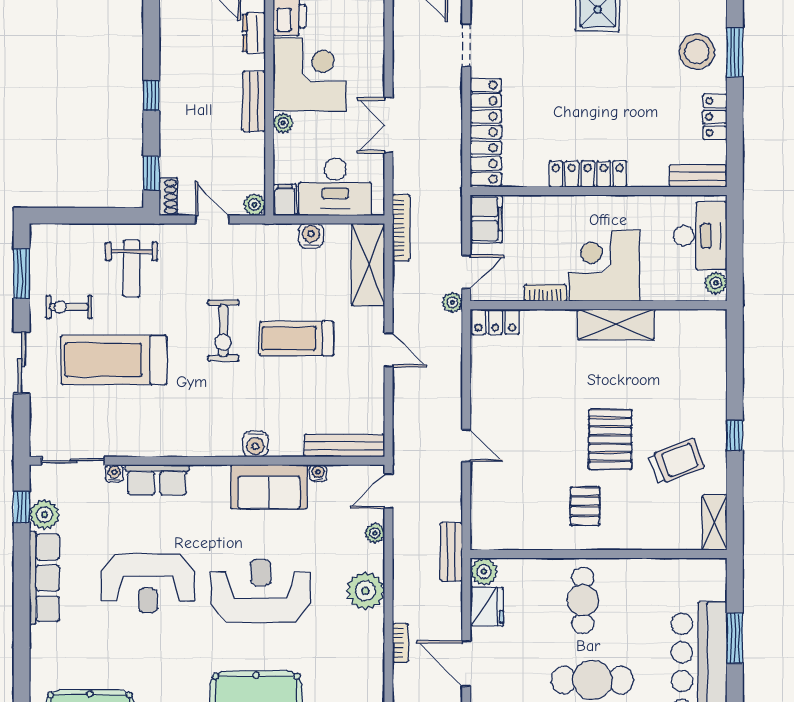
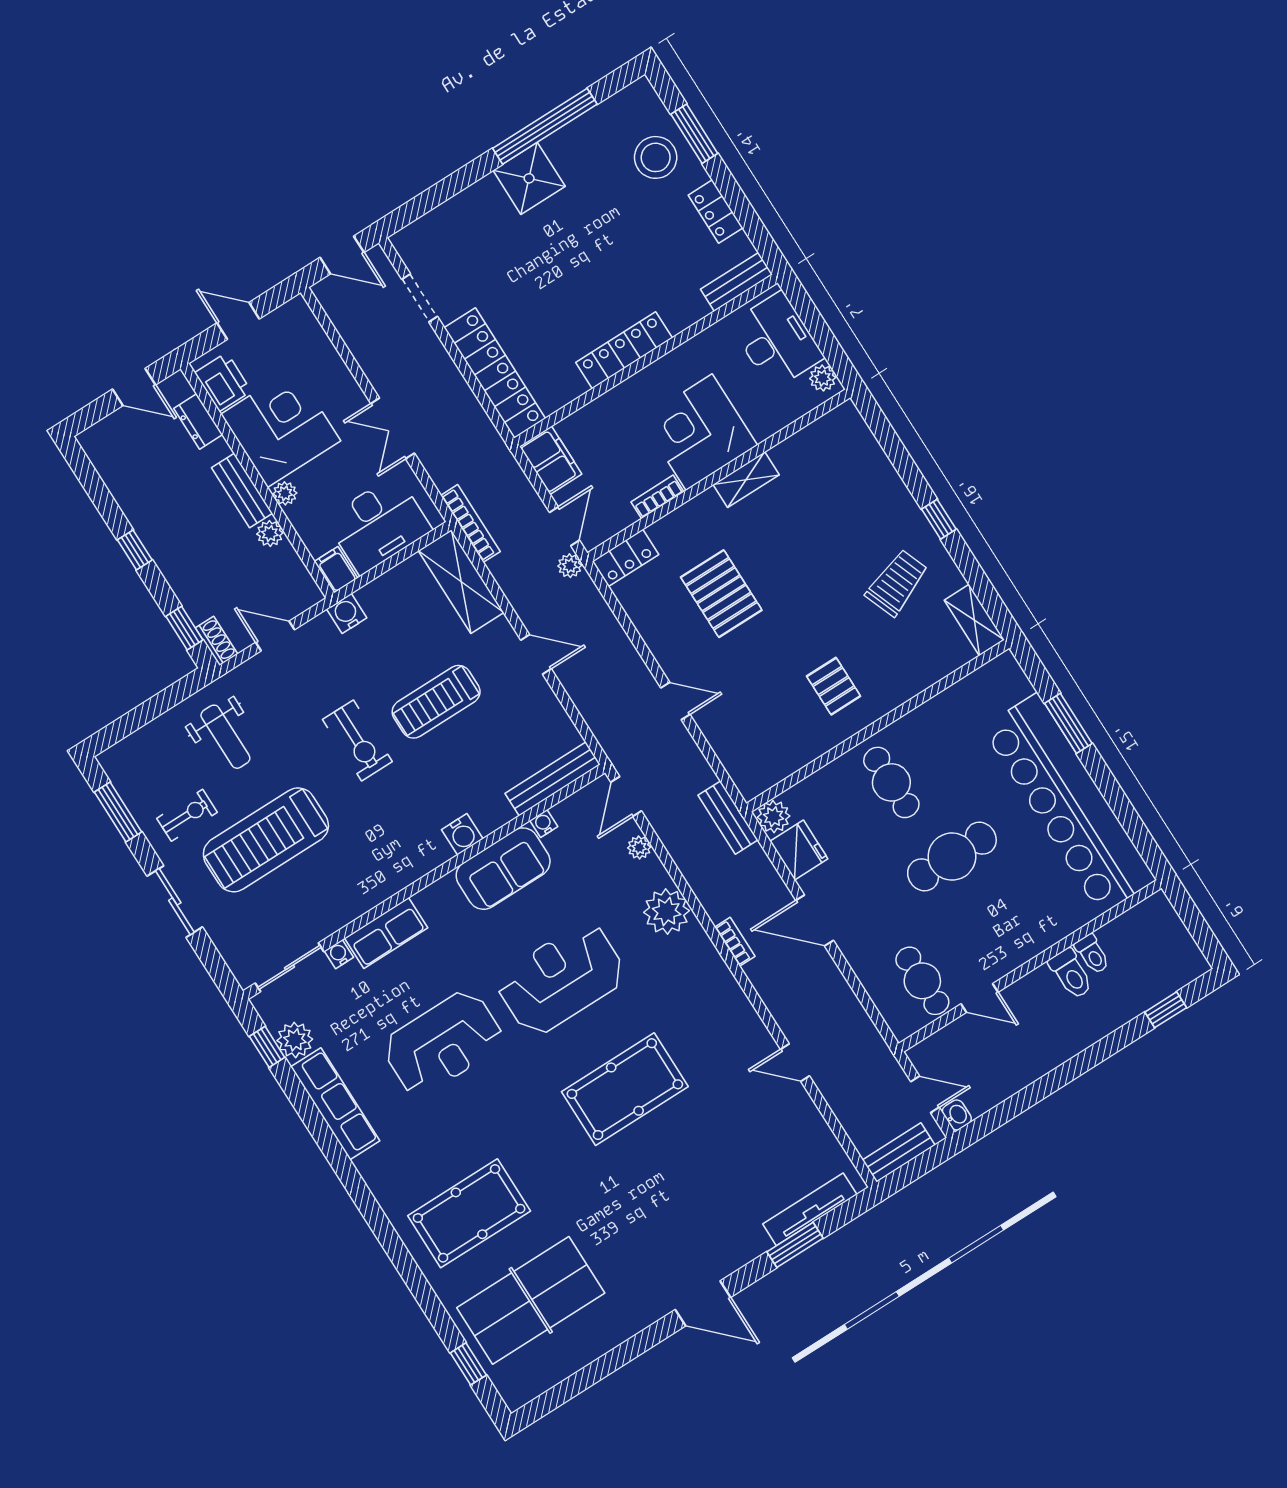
plant: (254, 205) -> (270, 533), moved
water cooler: (311, 236) -> (347, 613), moved
exercise bike: (69, 307) -> (187, 815), turned 180
shelving: (616, 324) -> (746, 480), width x0.67, depth x0.75
pallet: (610, 439) -> (721, 594), moved

